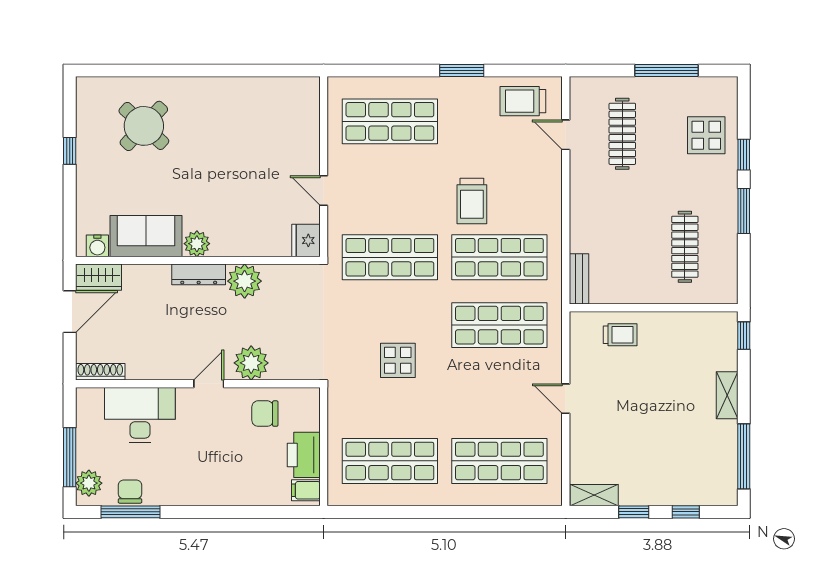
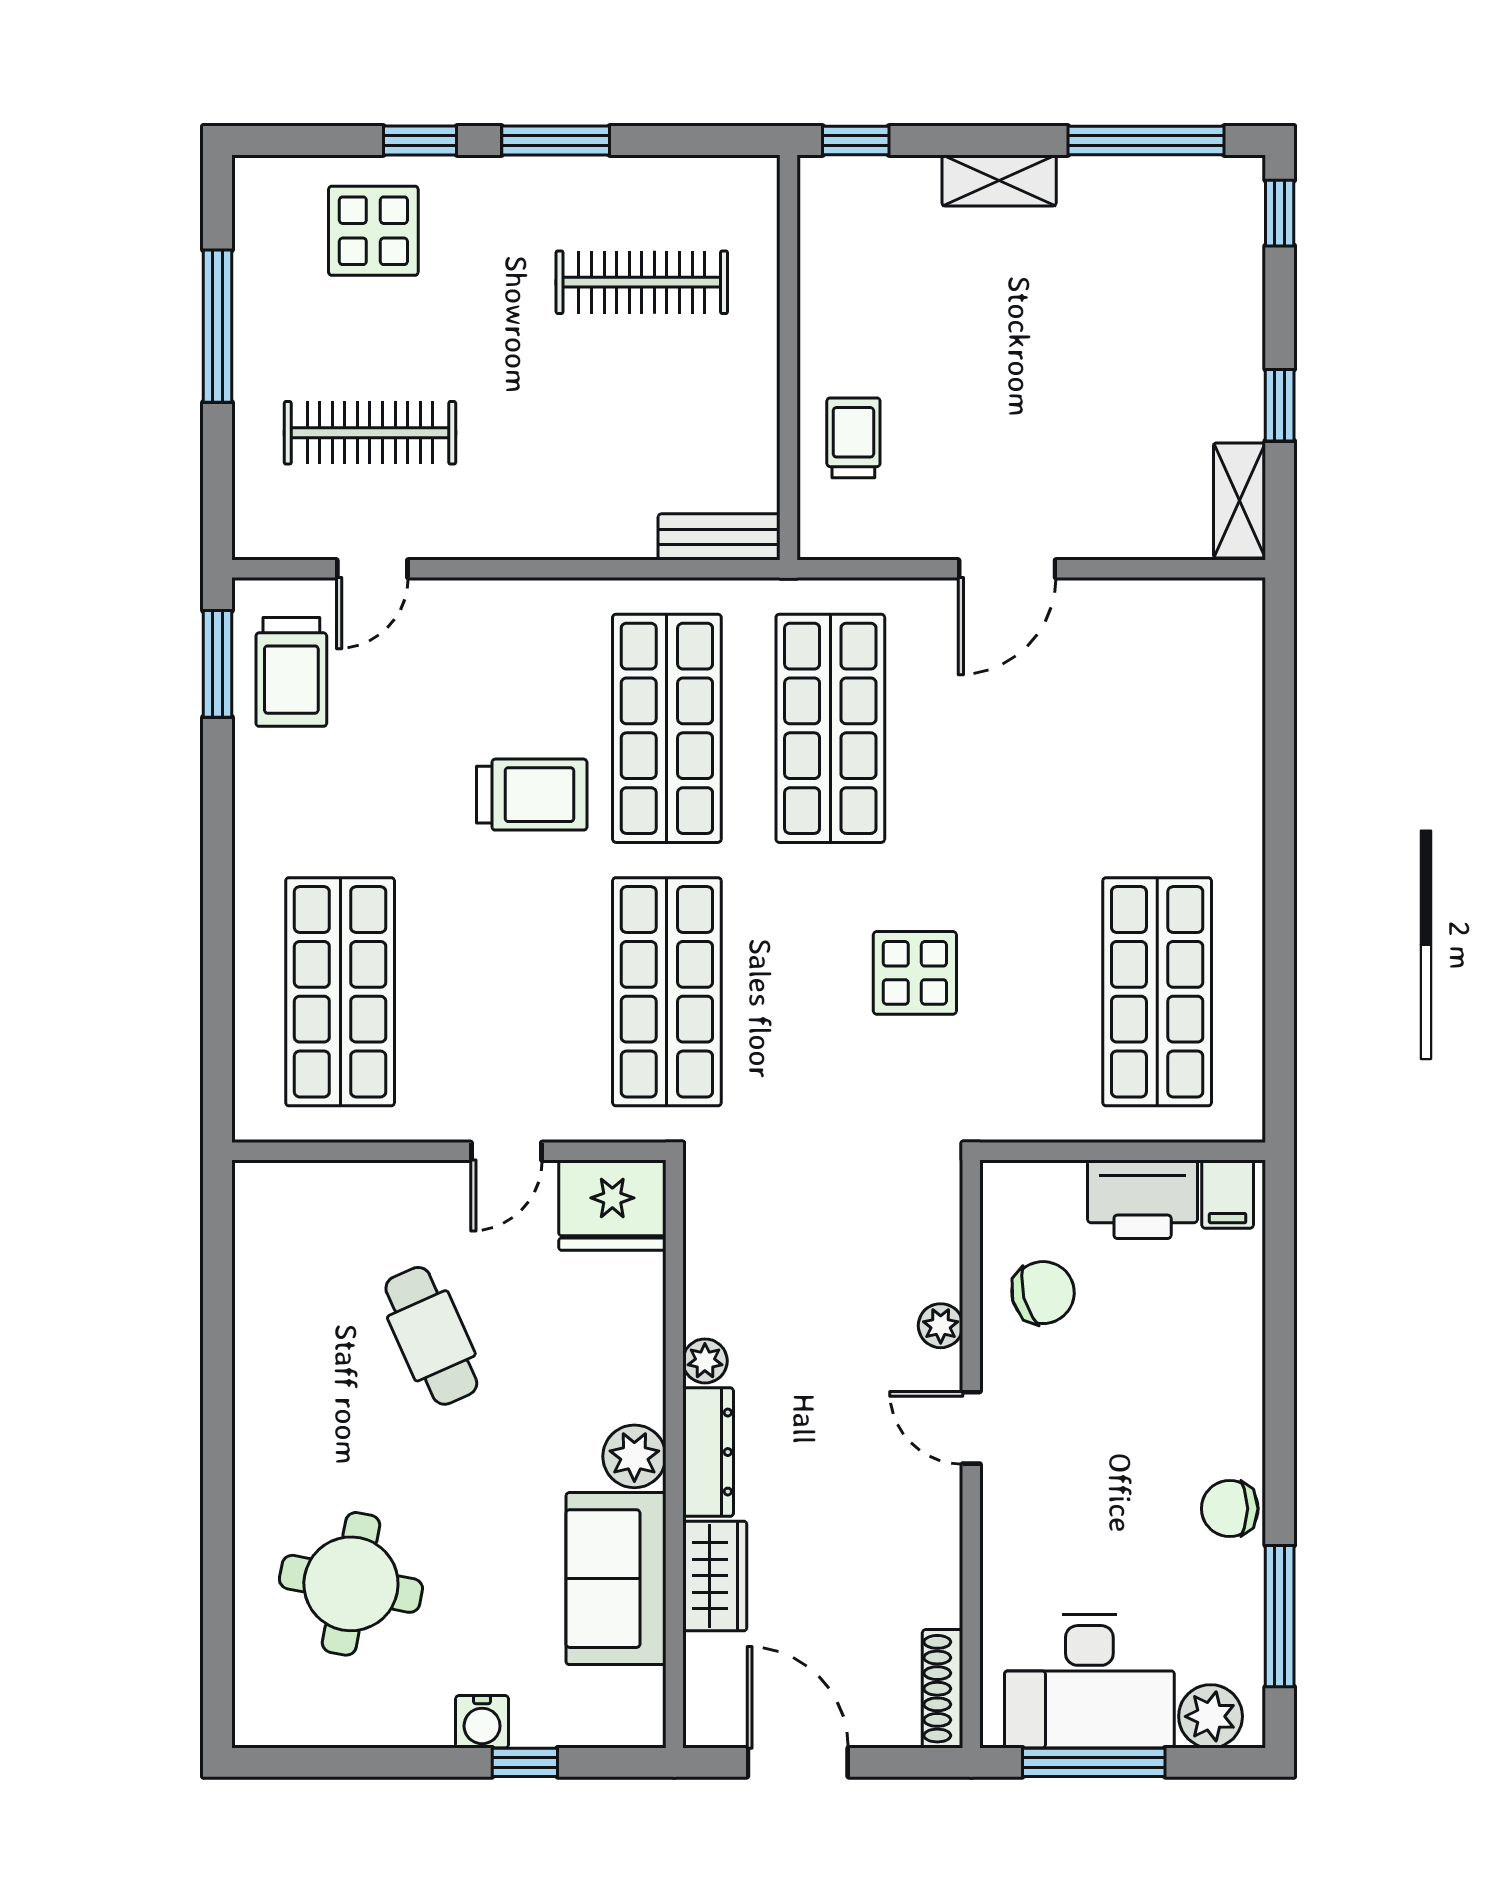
window: (462, 70) -> (217, 664), moved
round table: (144, 126) -> (351, 1584), turned -32
window: (70, 151) -> (525, 1762), moved
cafe table: (247, 159) -> (431, 1336), added
fridge: (306, 240) -> (612, 1205), width x1.36, depth x1.34
water cooler: (97, 246) -> (482, 1722), moved, turned 90
wardrobe: (98, 277) -> (715, 1576), moved
plant: (245, 281) -> (705, 1361), width x0.53, depth x0.53
plant: (251, 363) -> (941, 1326), width x0.53, depth x0.53
door: (566, 399) -> (1007, 569), width x1.38
chair: (265, 414) -> (1043, 1293), turned -105
desk: (140, 415) -> (1089, 1681), moved, turned -90
window: (70, 457) -> (1094, 1762), moved
shop shelf: (499, 461) -> (1157, 728), removed
chair: (130, 492) -> (1230, 1509), moved
window: (686, 512) -> (1280, 213), moved

